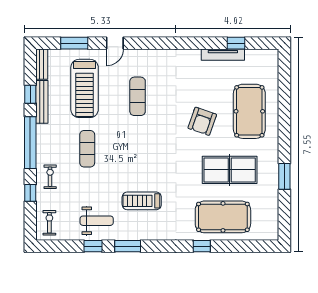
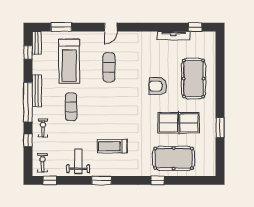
door: (115, 43) -> (111, 27), moved
window: (236, 43) -> (195, 27), moved
window: (30, 94) -> (28, 53), moved
bench: (42, 102) -> (37, 91), moved
armchair: (202, 121) -> (158, 86), turned 71
weight bench: (97, 221) -> (78, 161), turned -90
window: (93, 246) -> (50, 180), moved

